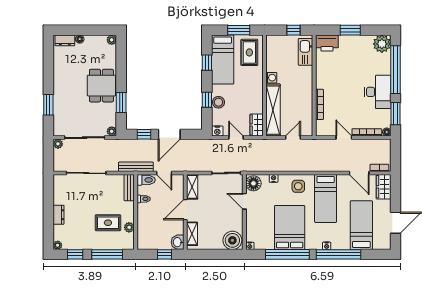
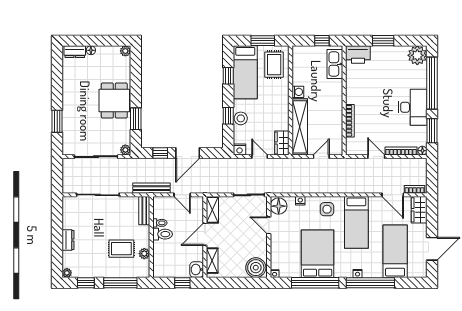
plant: (58, 144) -> (67, 163), removed
toilet: (146, 180) -> (163, 234), moved

